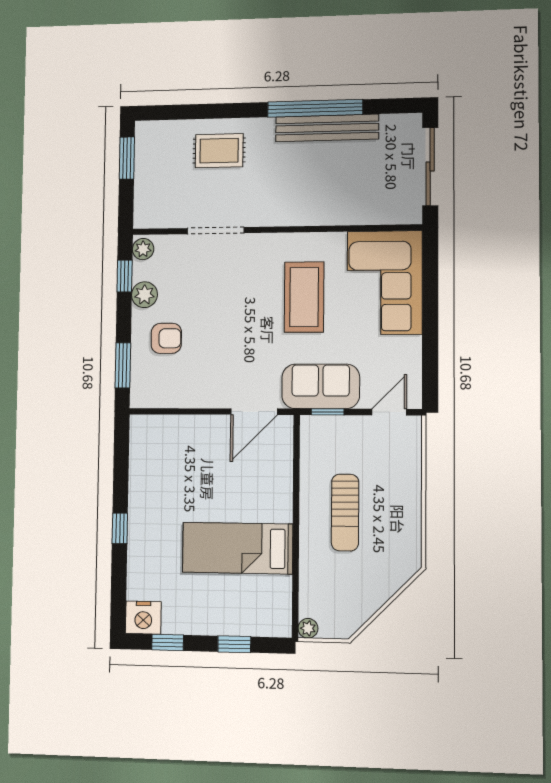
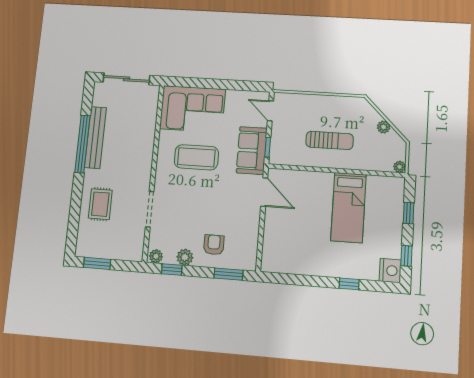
window: (120, 528) -> (349, 284), moved
plant: (373, 600) -> (384, 127), added

